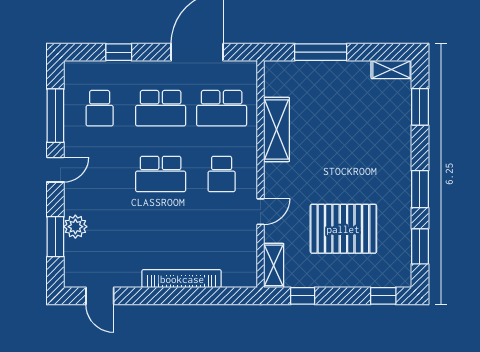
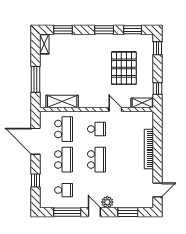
shelving: (277, 129) -> (62, 102), moved
plant: (75, 227) -> (107, 202), moved

